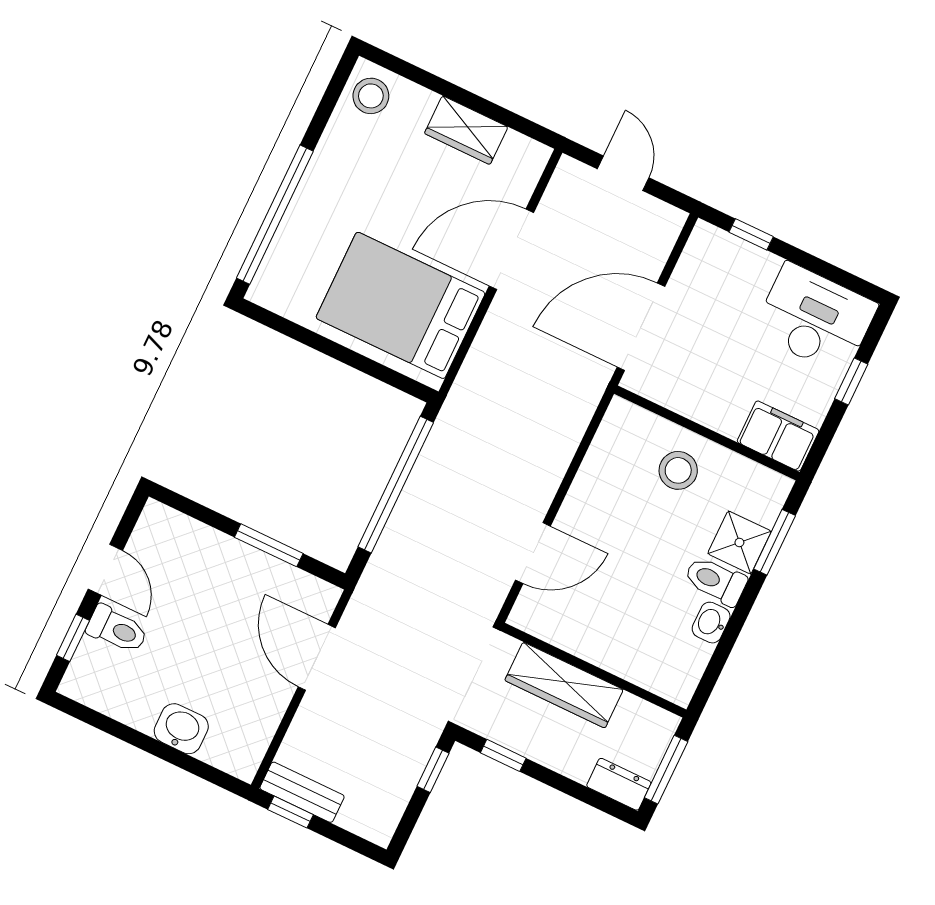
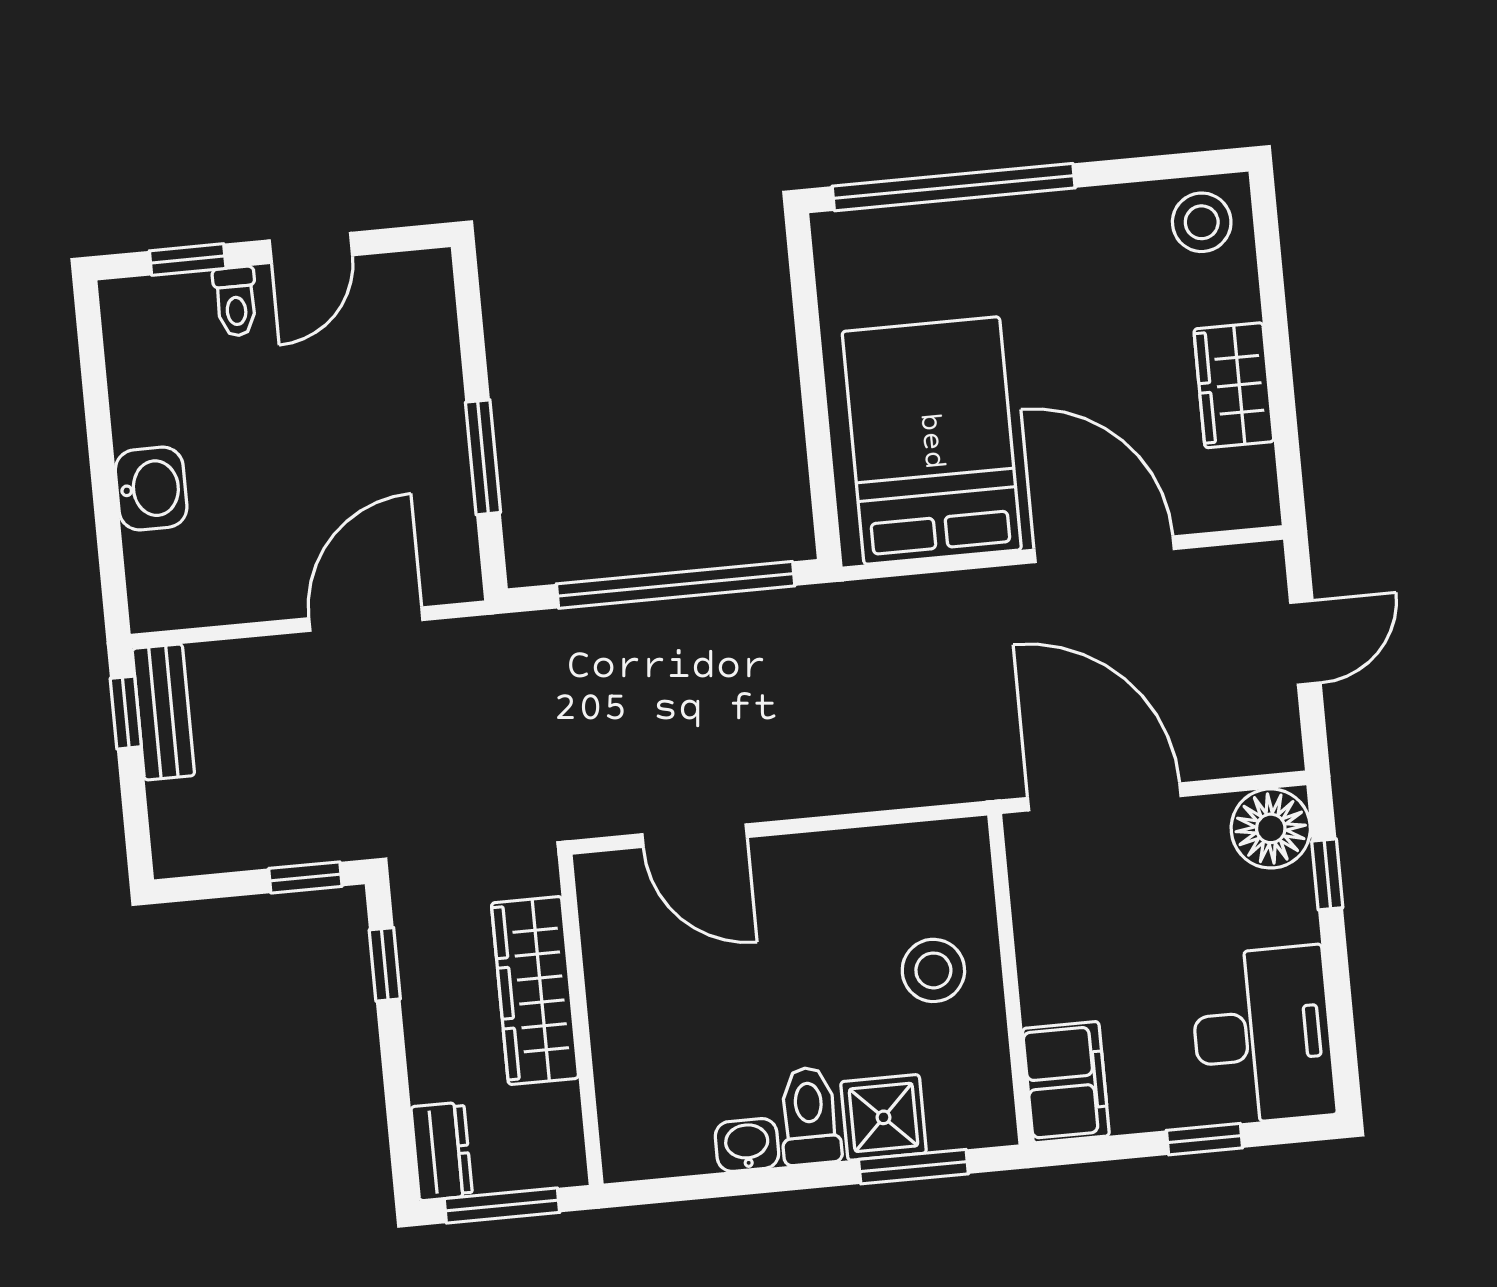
floor lamp: (709, 250) -> (1271, 828), added
toilet: (117, 629) -> (236, 301), width x0.73, depth x0.72

